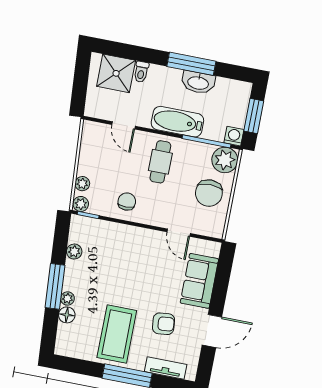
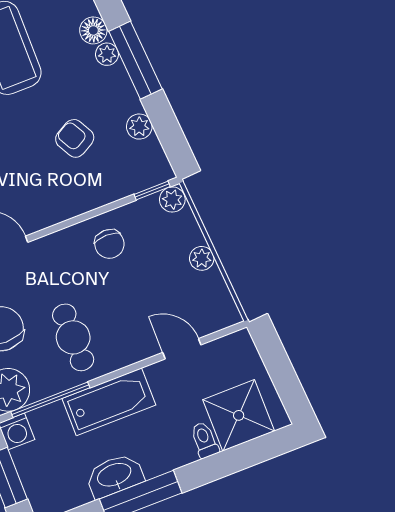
cafe table: (160, 162) -> (73, 337), moved
plant: (82, 184) -> (202, 258), moved
armchair: (111, 266) -> (75, 138), added

